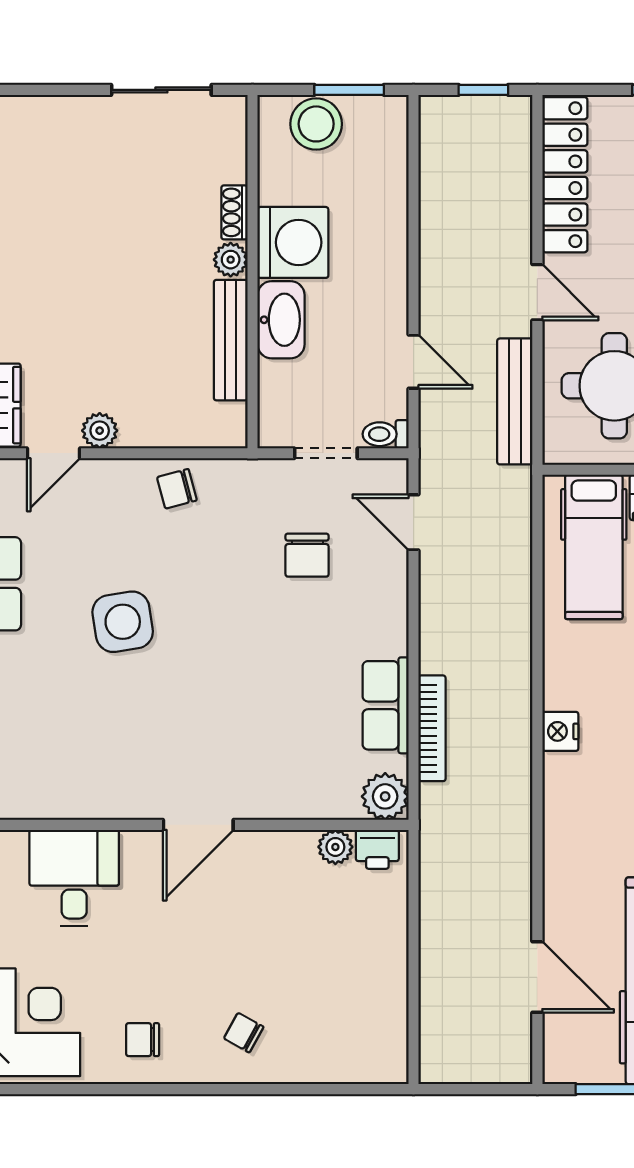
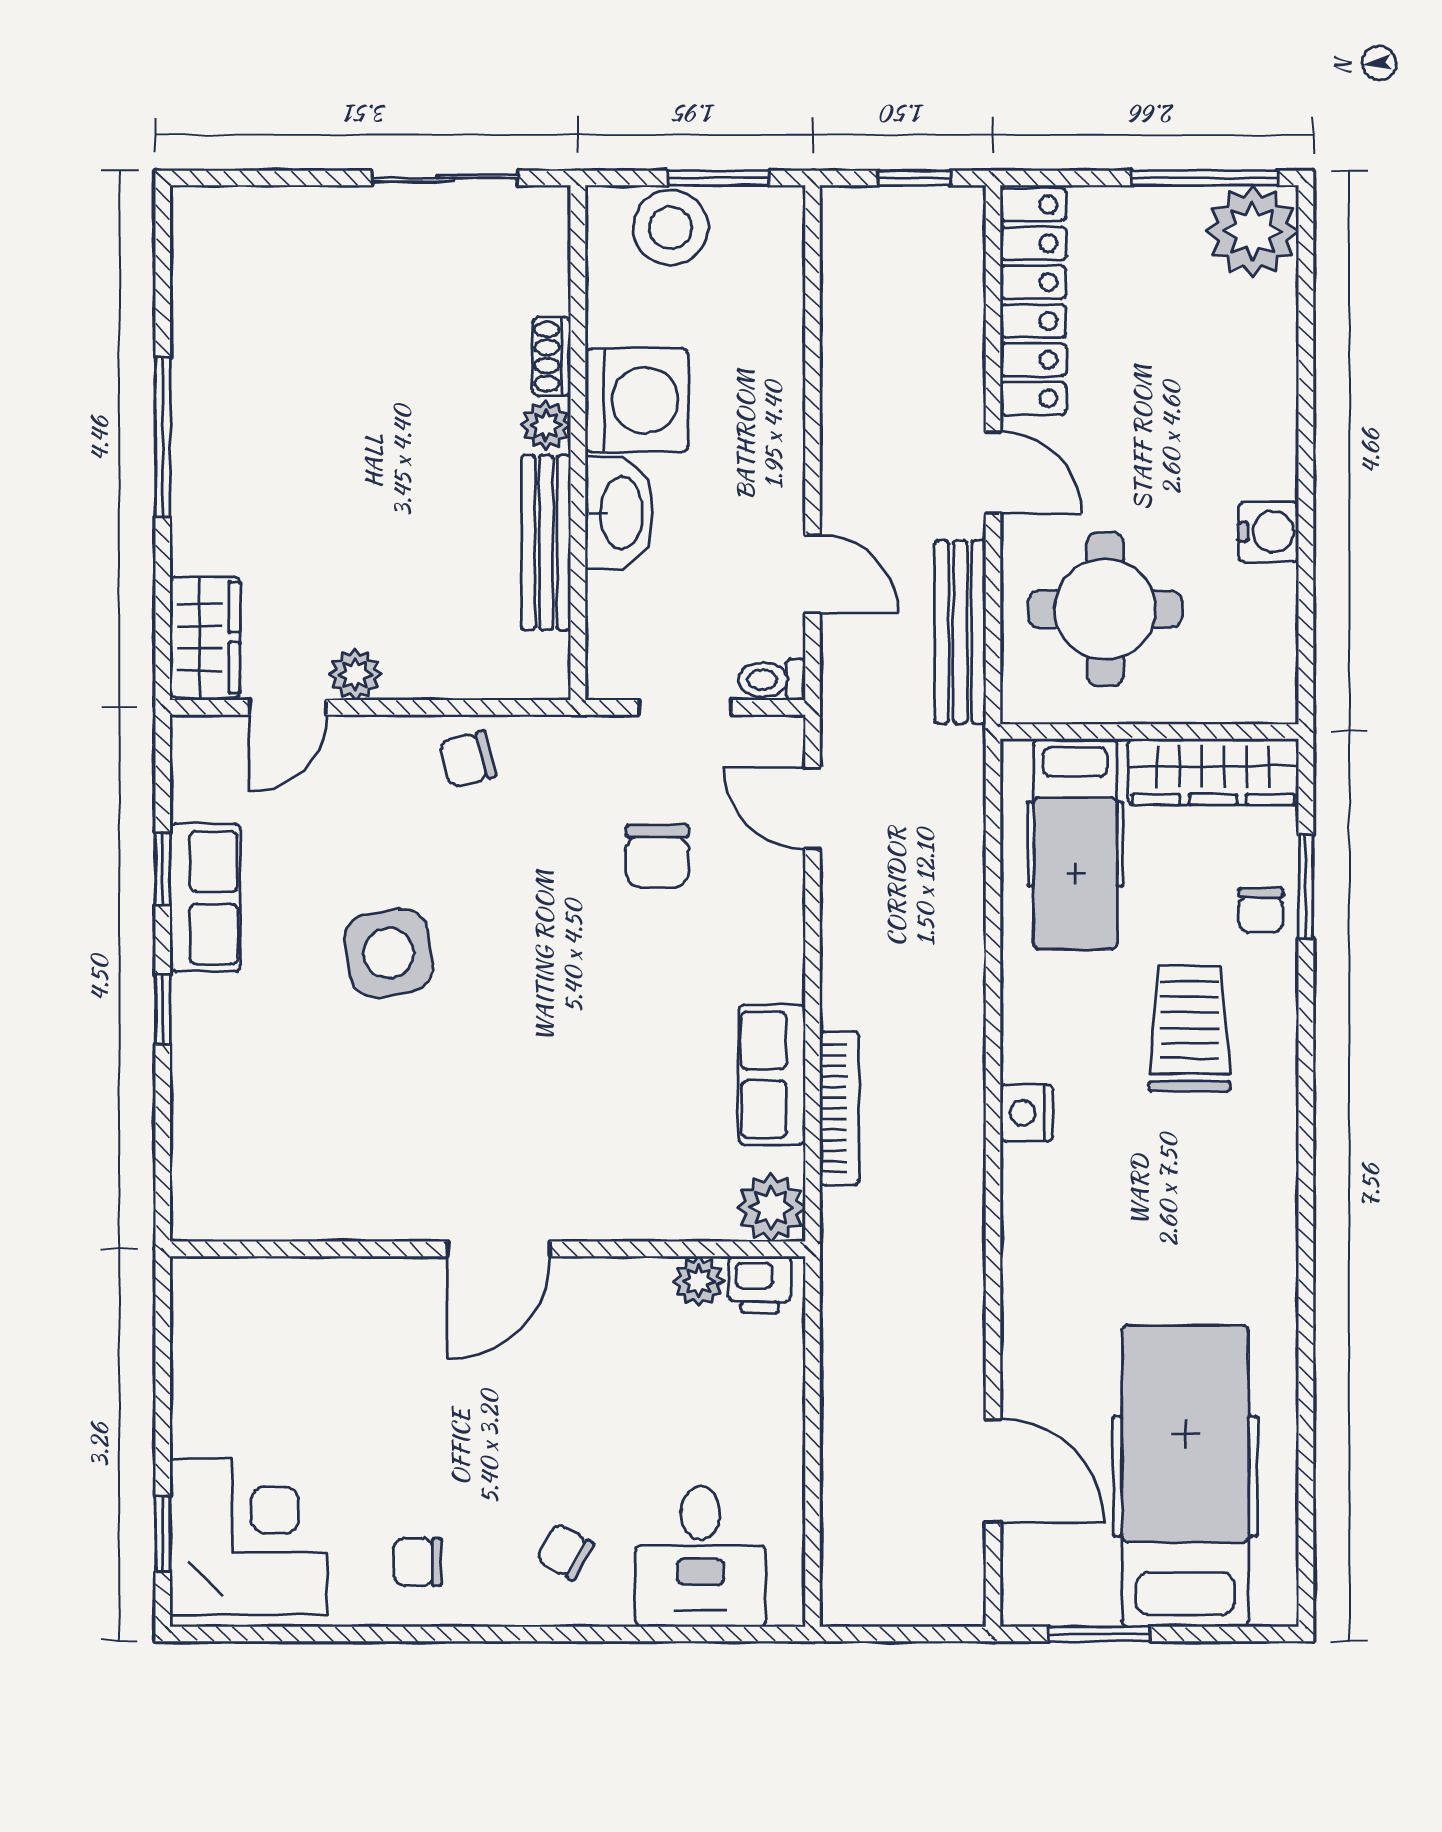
desk: (74, 878) -> (700, 1556), moved, turned 180

